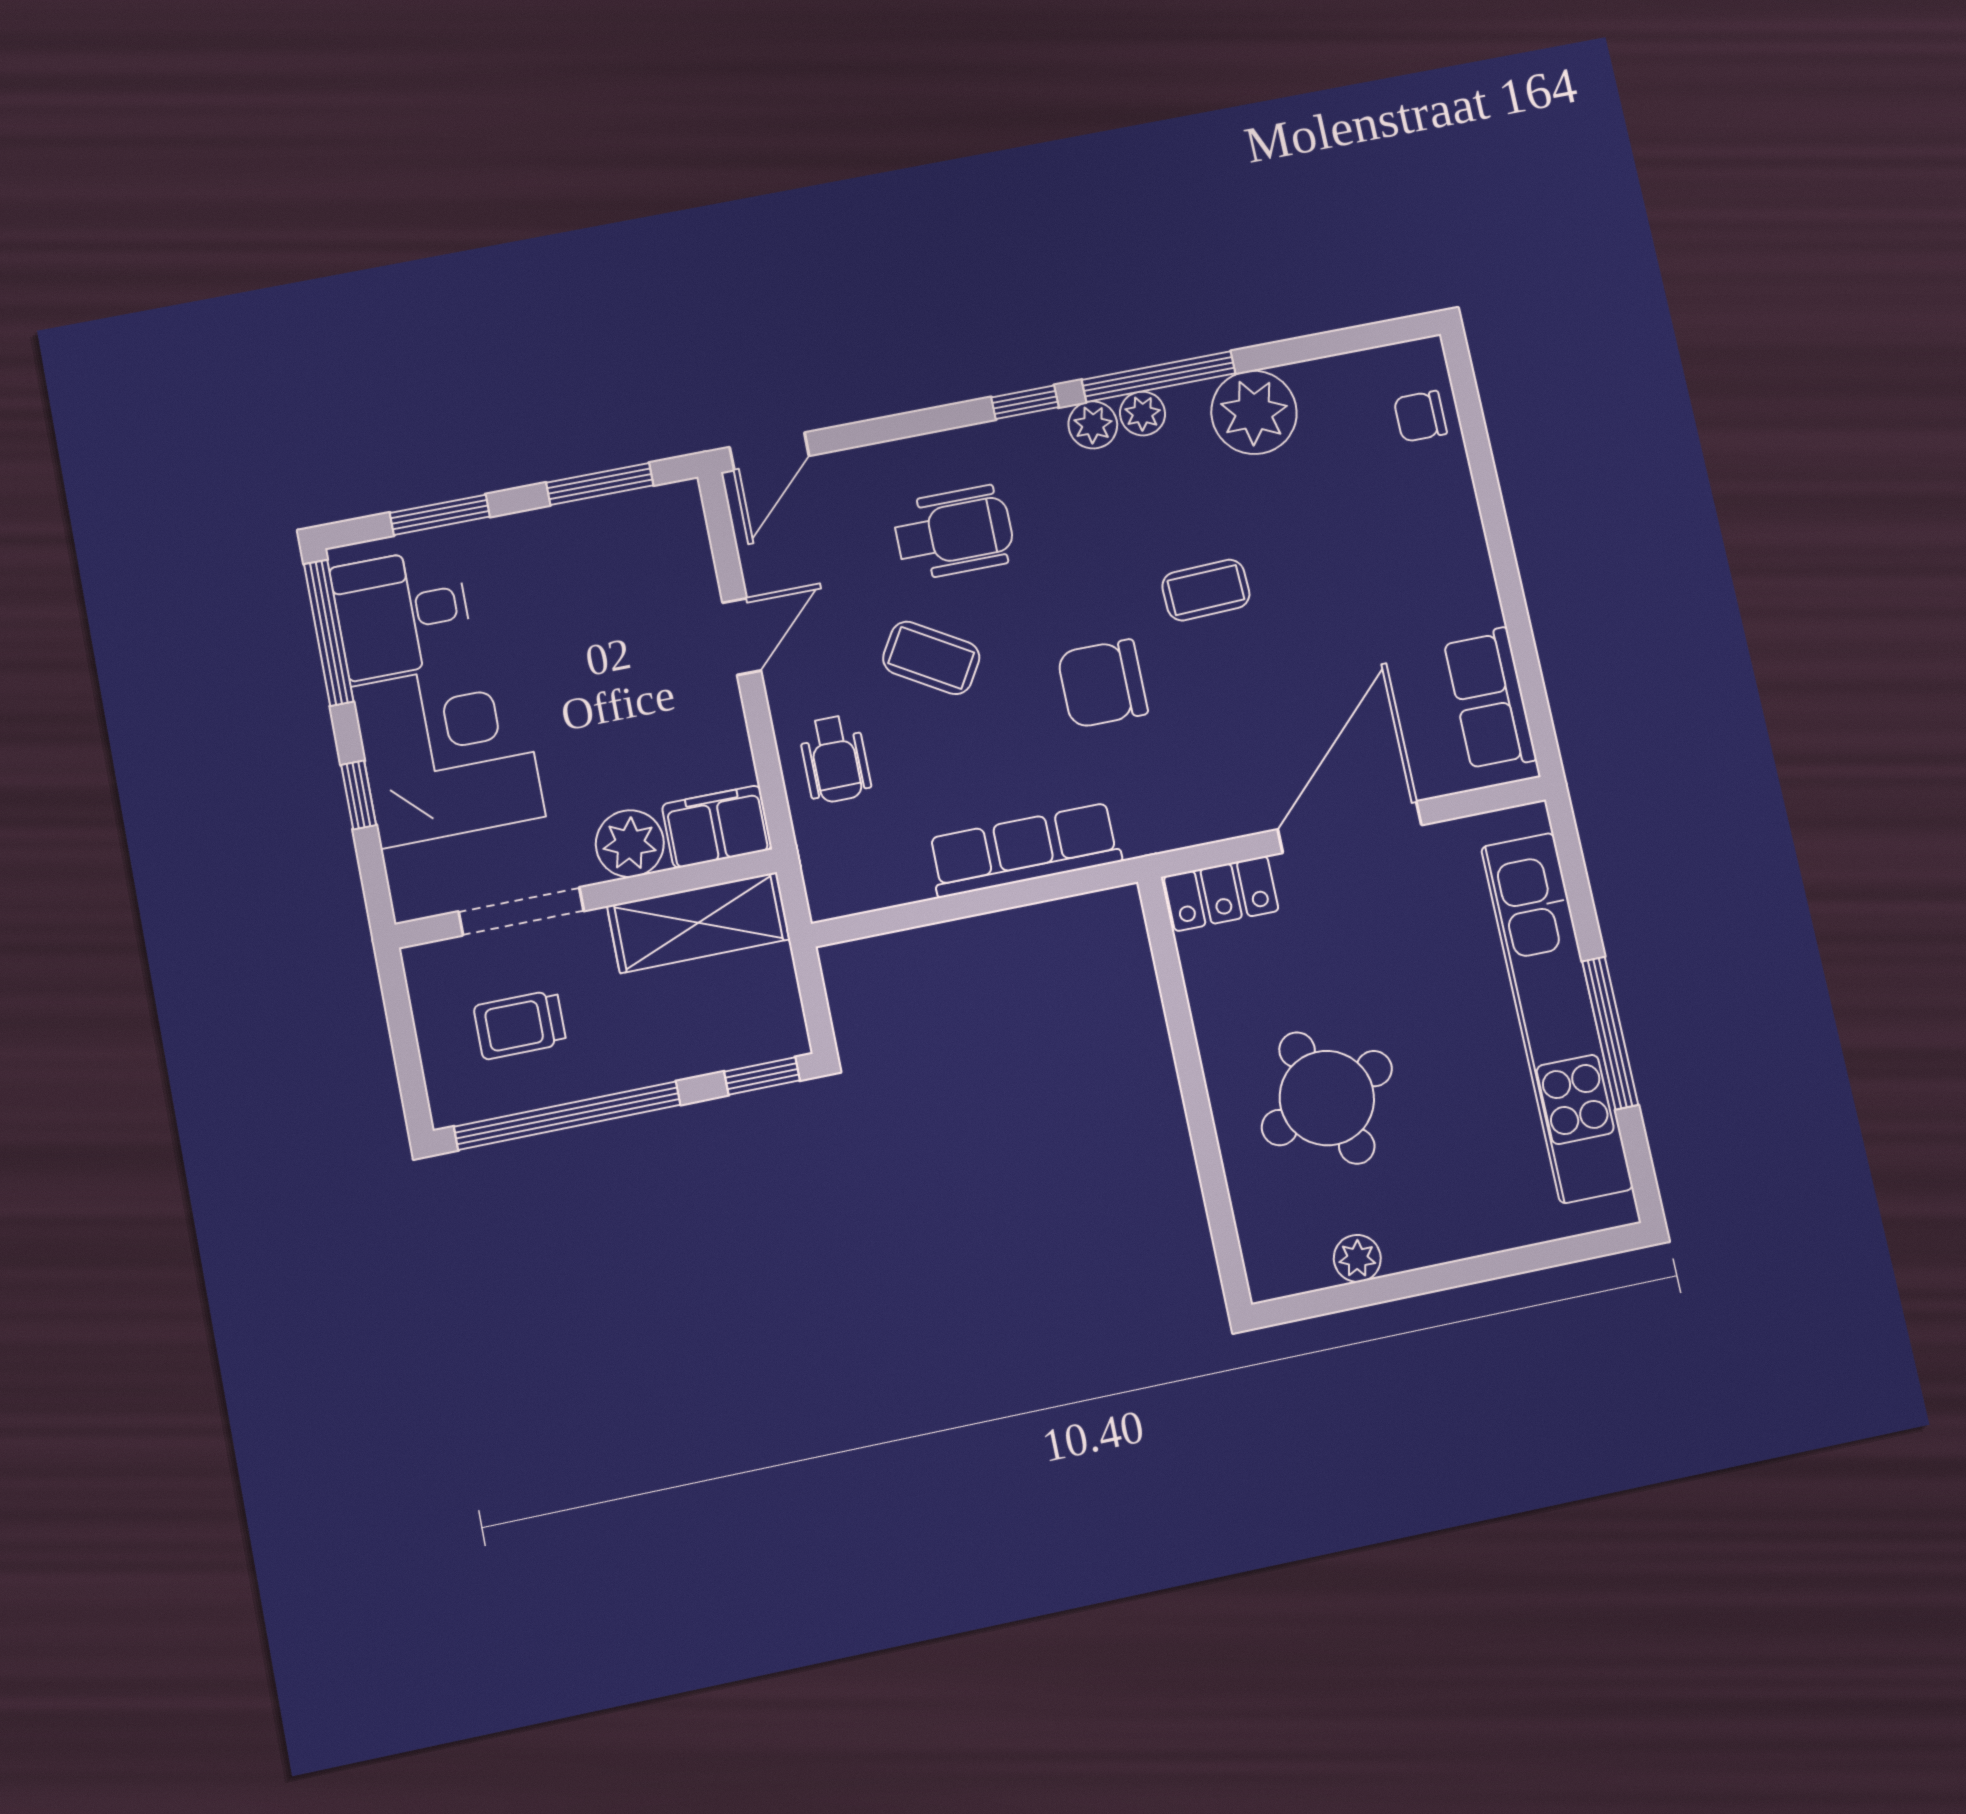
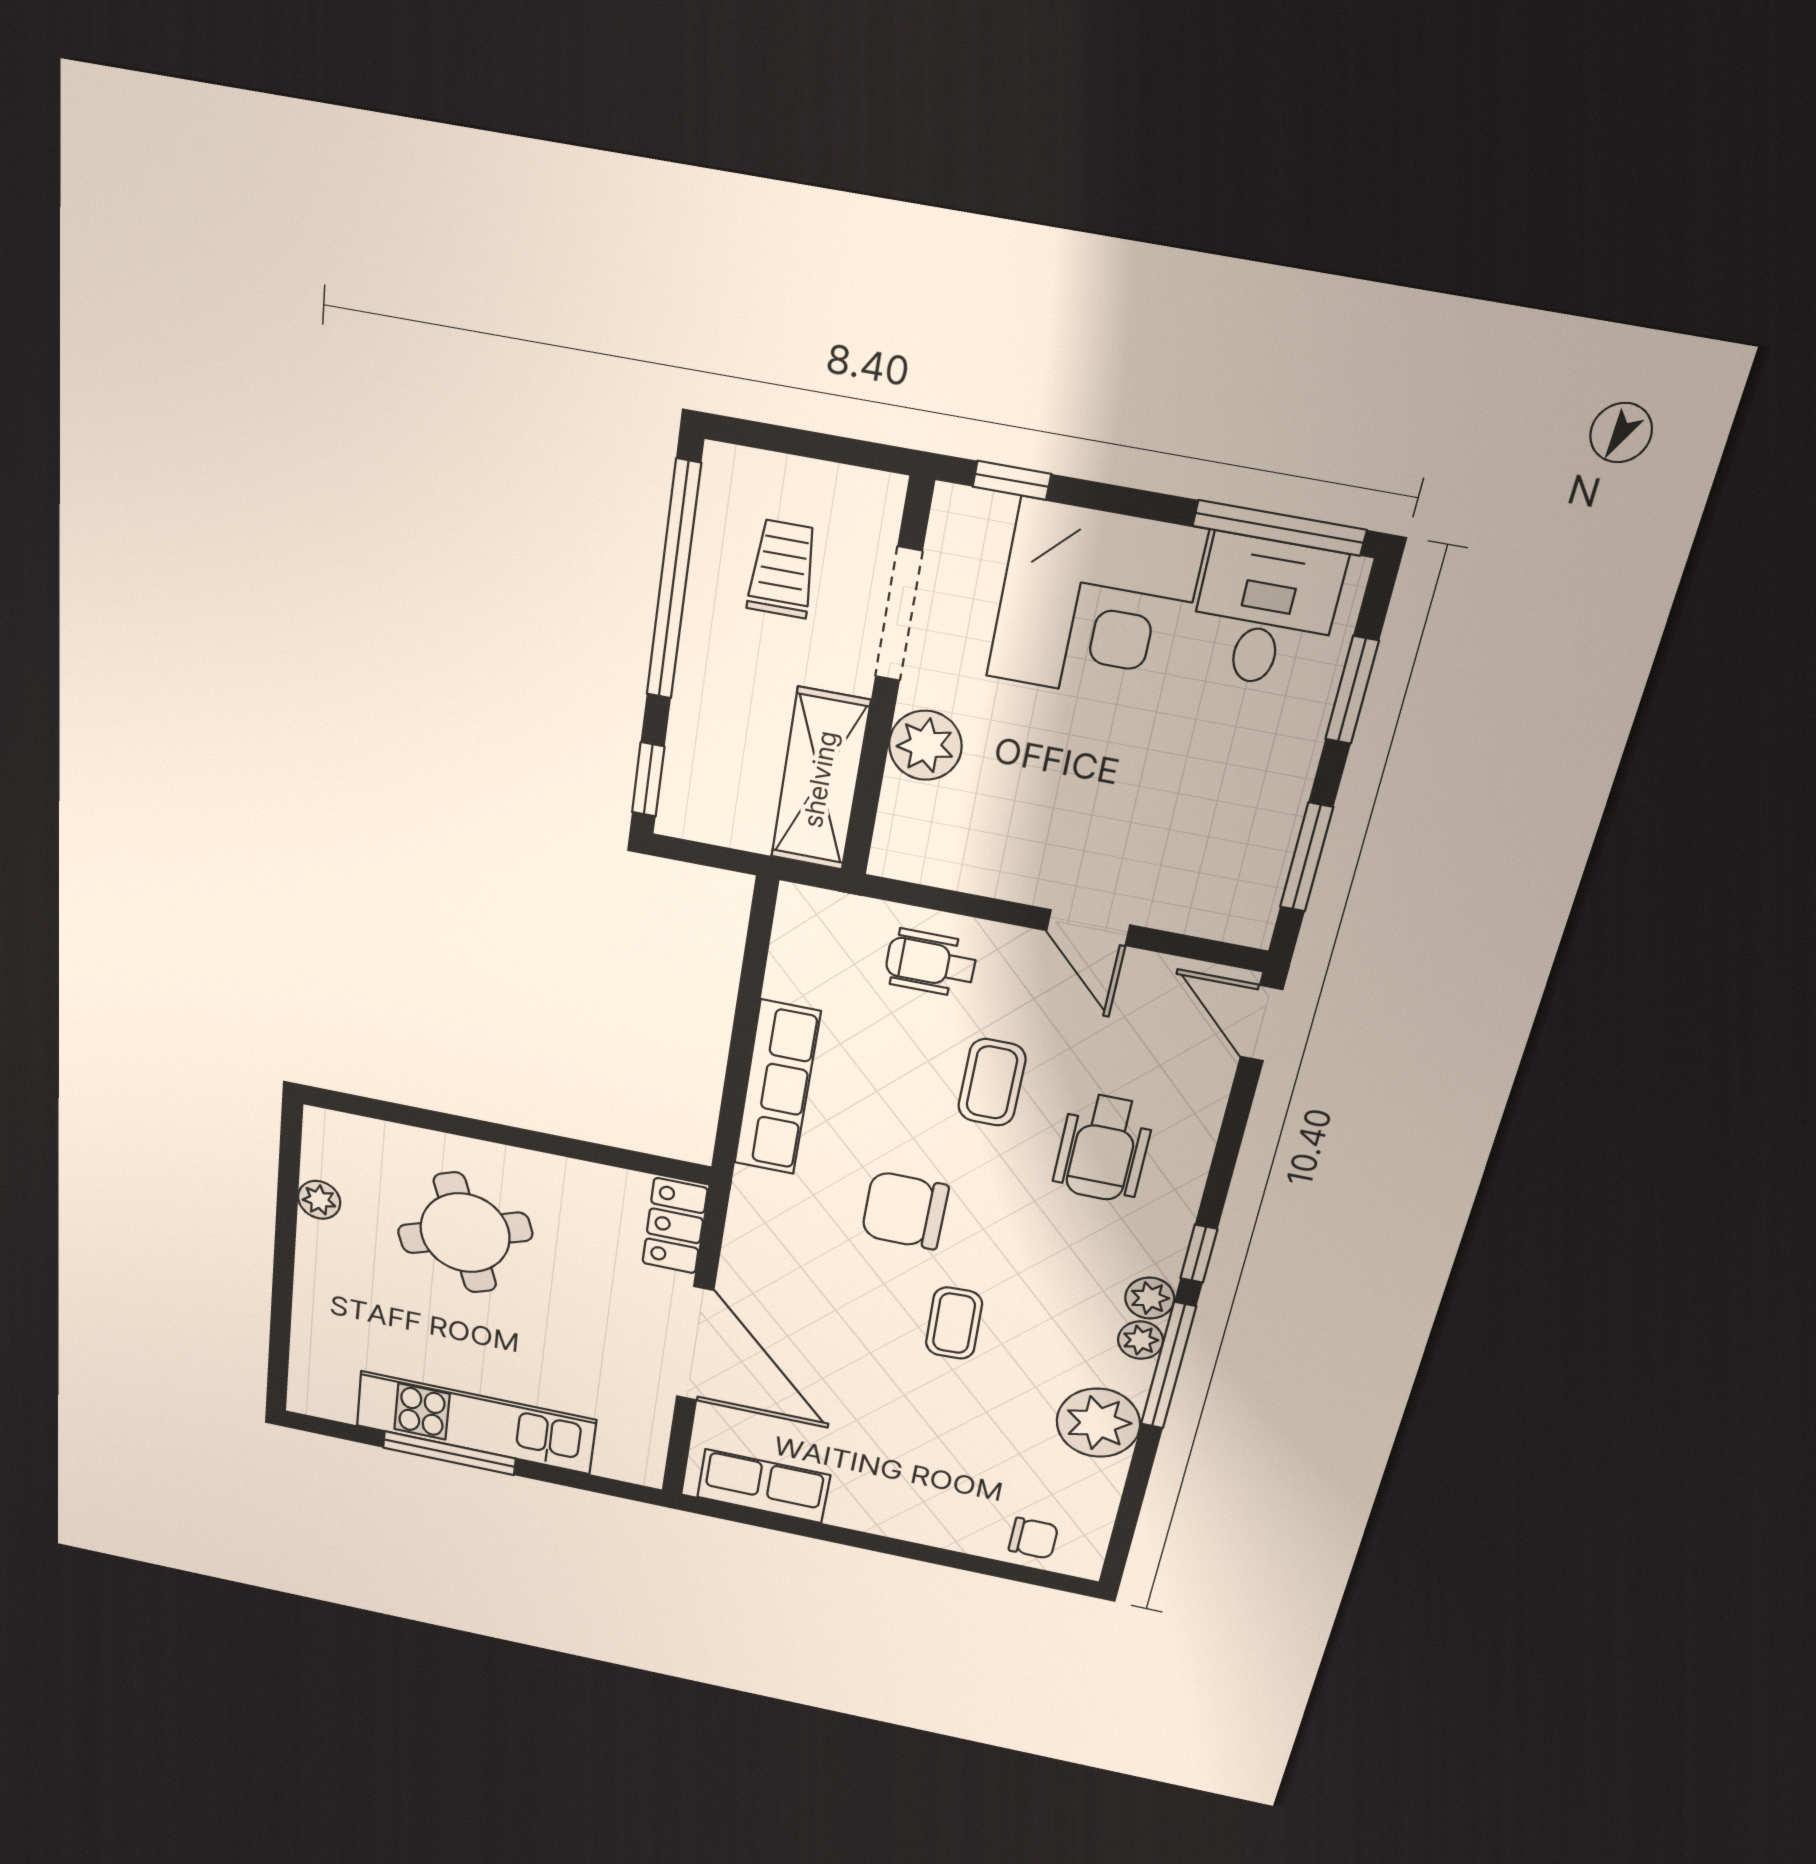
chair: (1420, 416) -> (1033, 1538), turned 90
coffee table: (931, 658) -> (992, 1082), turned -31
chair: (1102, 684) -> (905, 1210), turned -90
window: (359, 795) -> (1012, 480), moved
filing cabinet: (717, 827) -> (909, 832), removed
kitchen unit: (1557, 1017) -> (476, 1423), width x0.73

